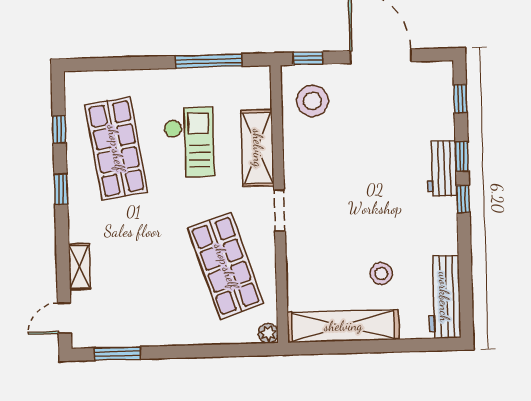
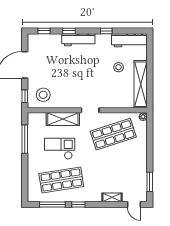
window: (59, 129) -> (52, 204), width x2.17
workbench: (442, 168) -> (78, 40), width x1.37
window: (463, 199) -> (106, 31), moved

